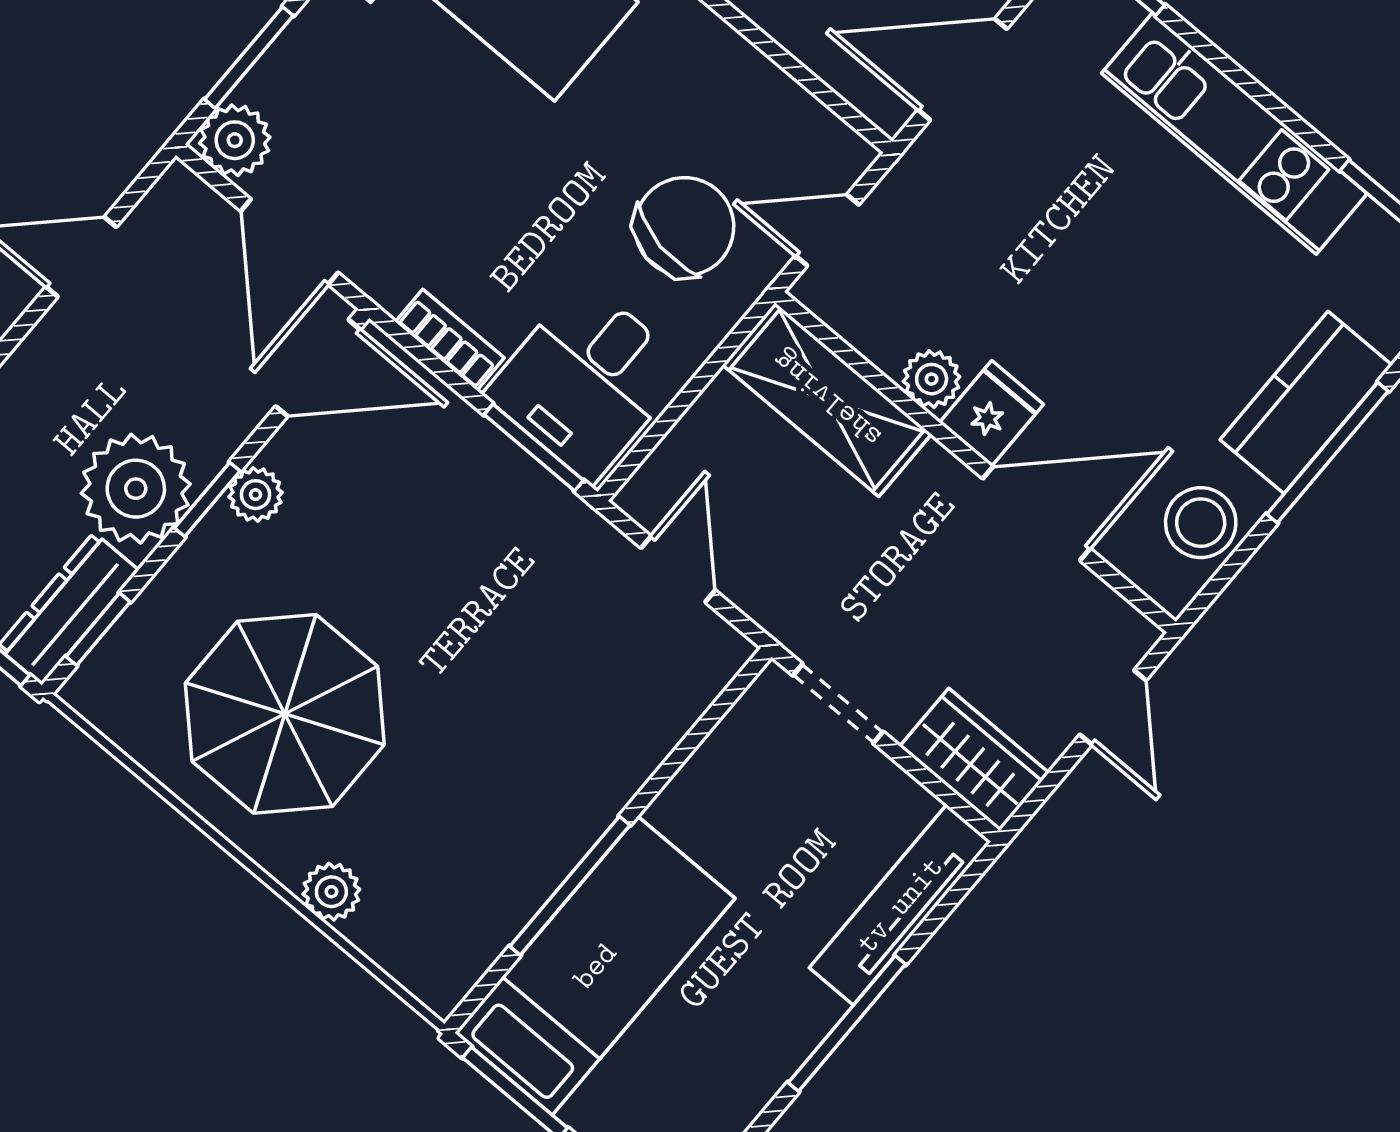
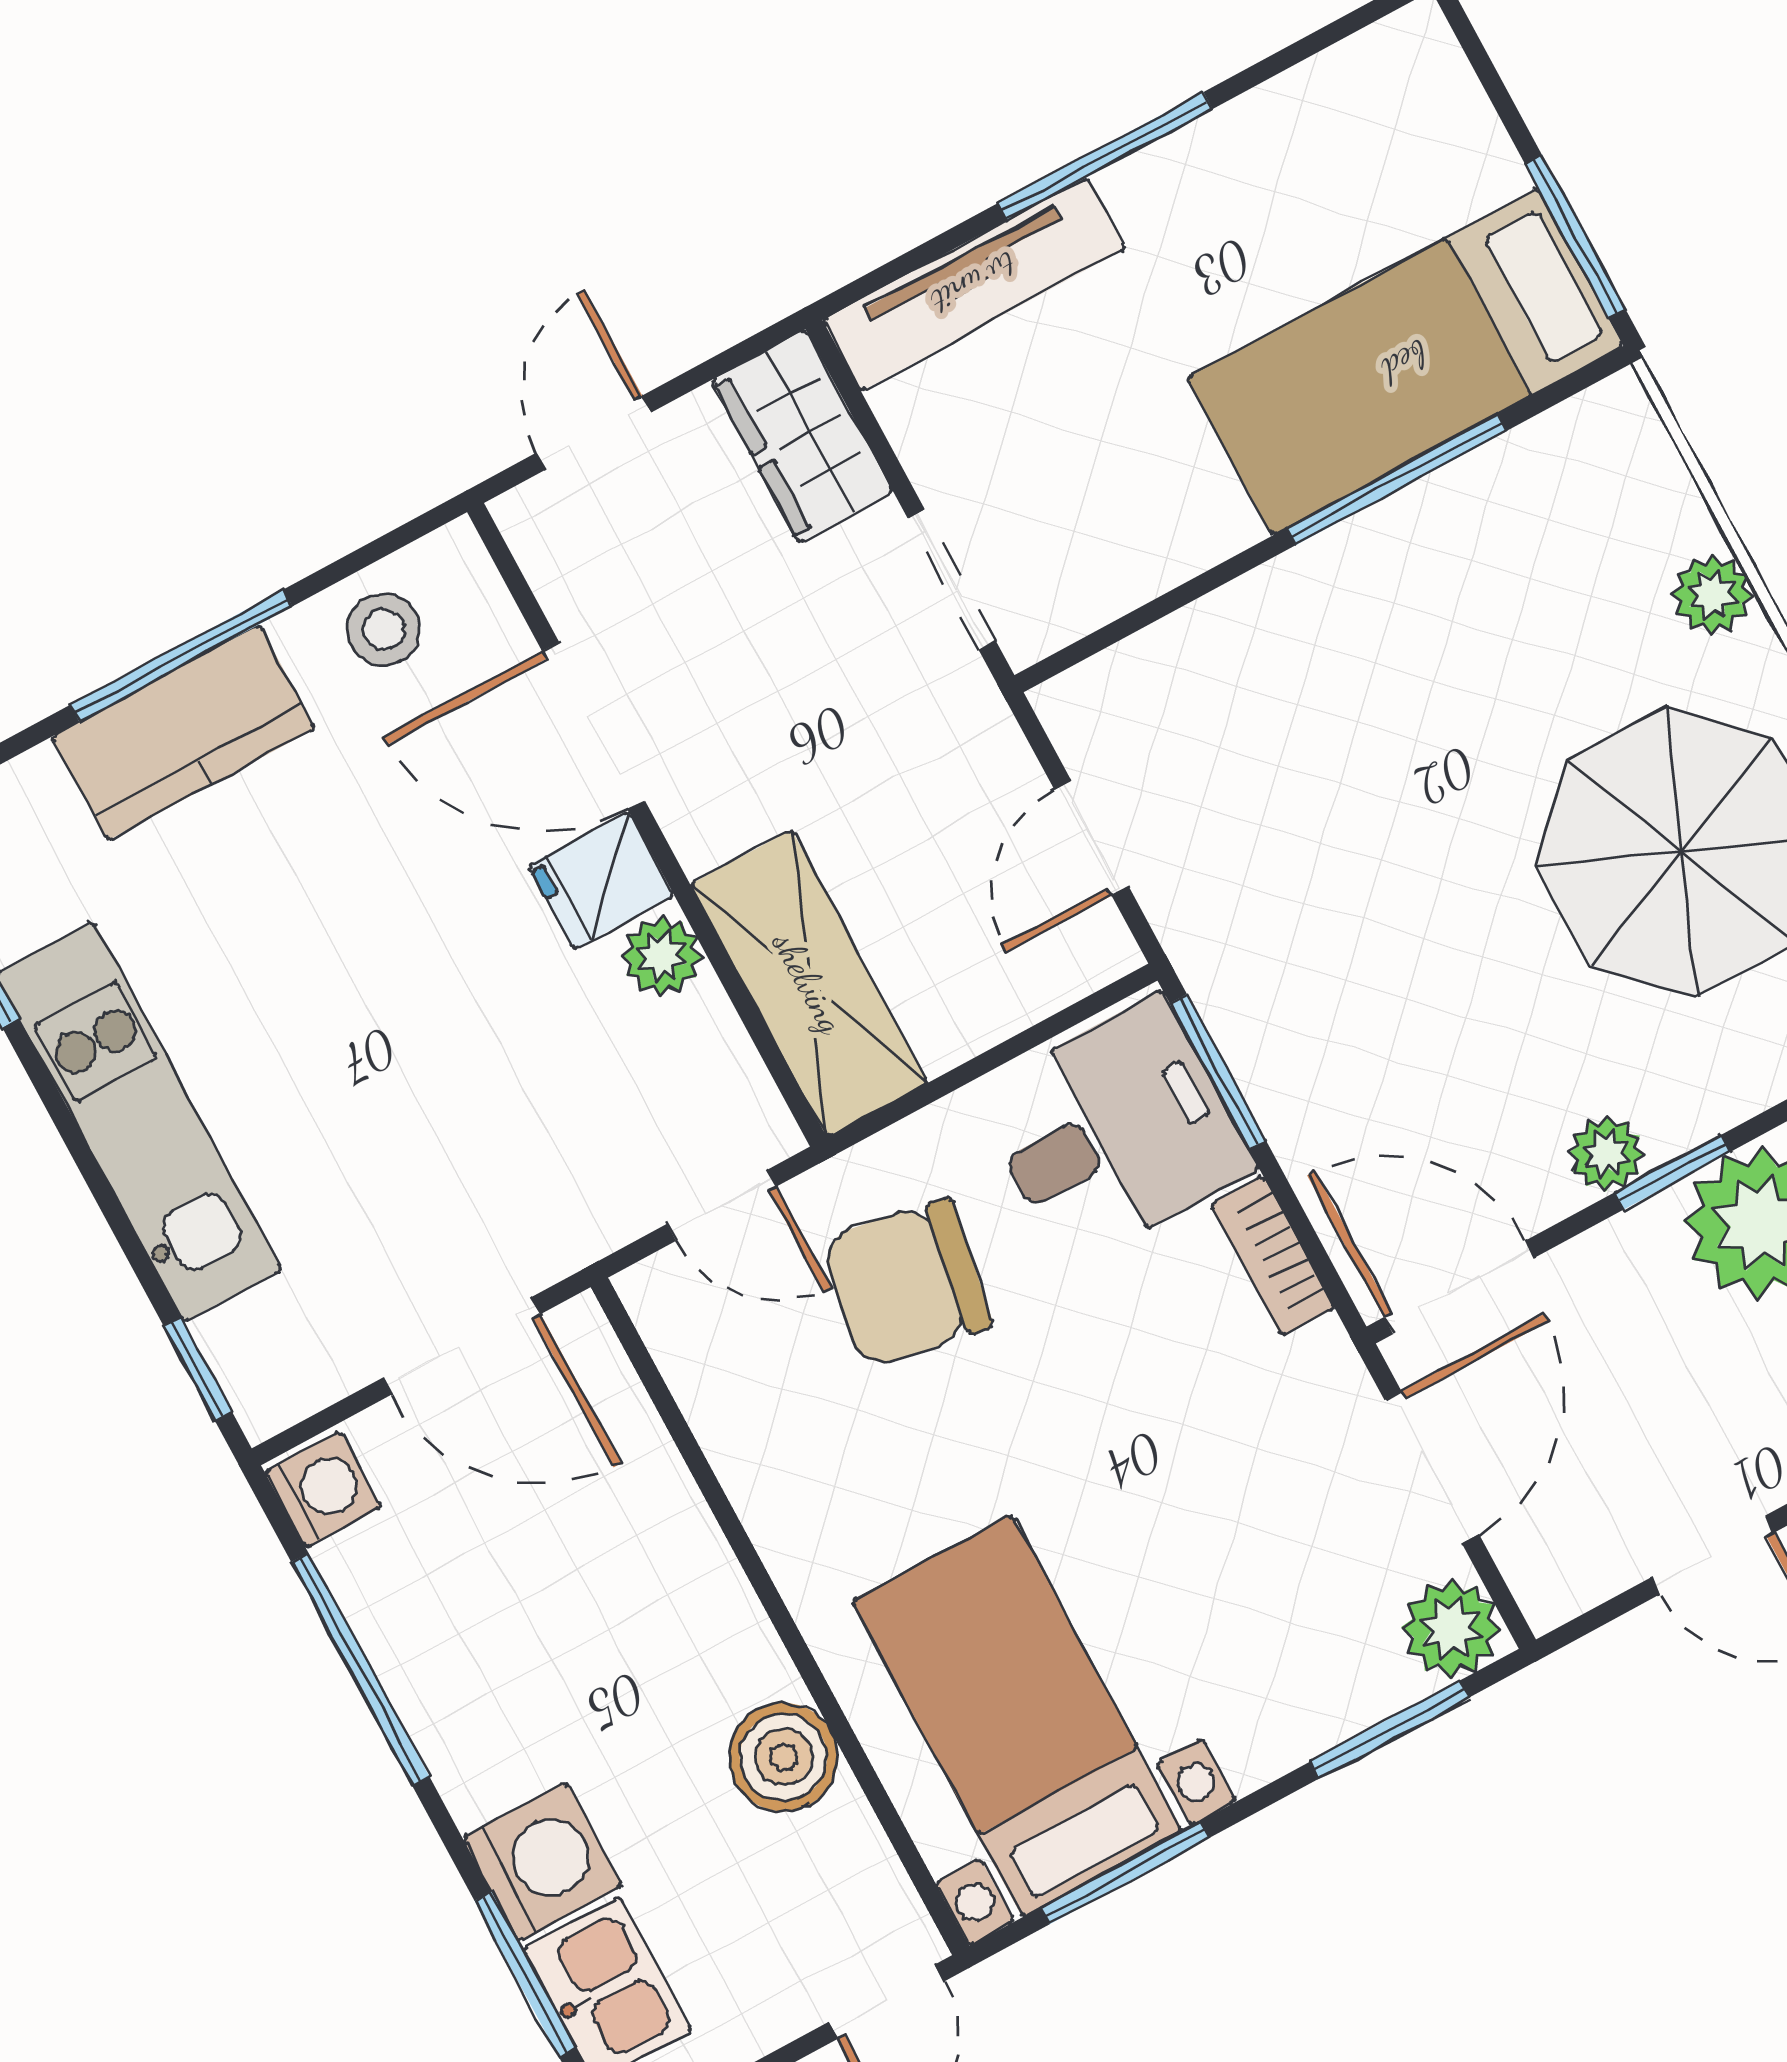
stool: (1201, 523) -> (383, 629), width x0.73, depth x0.73

